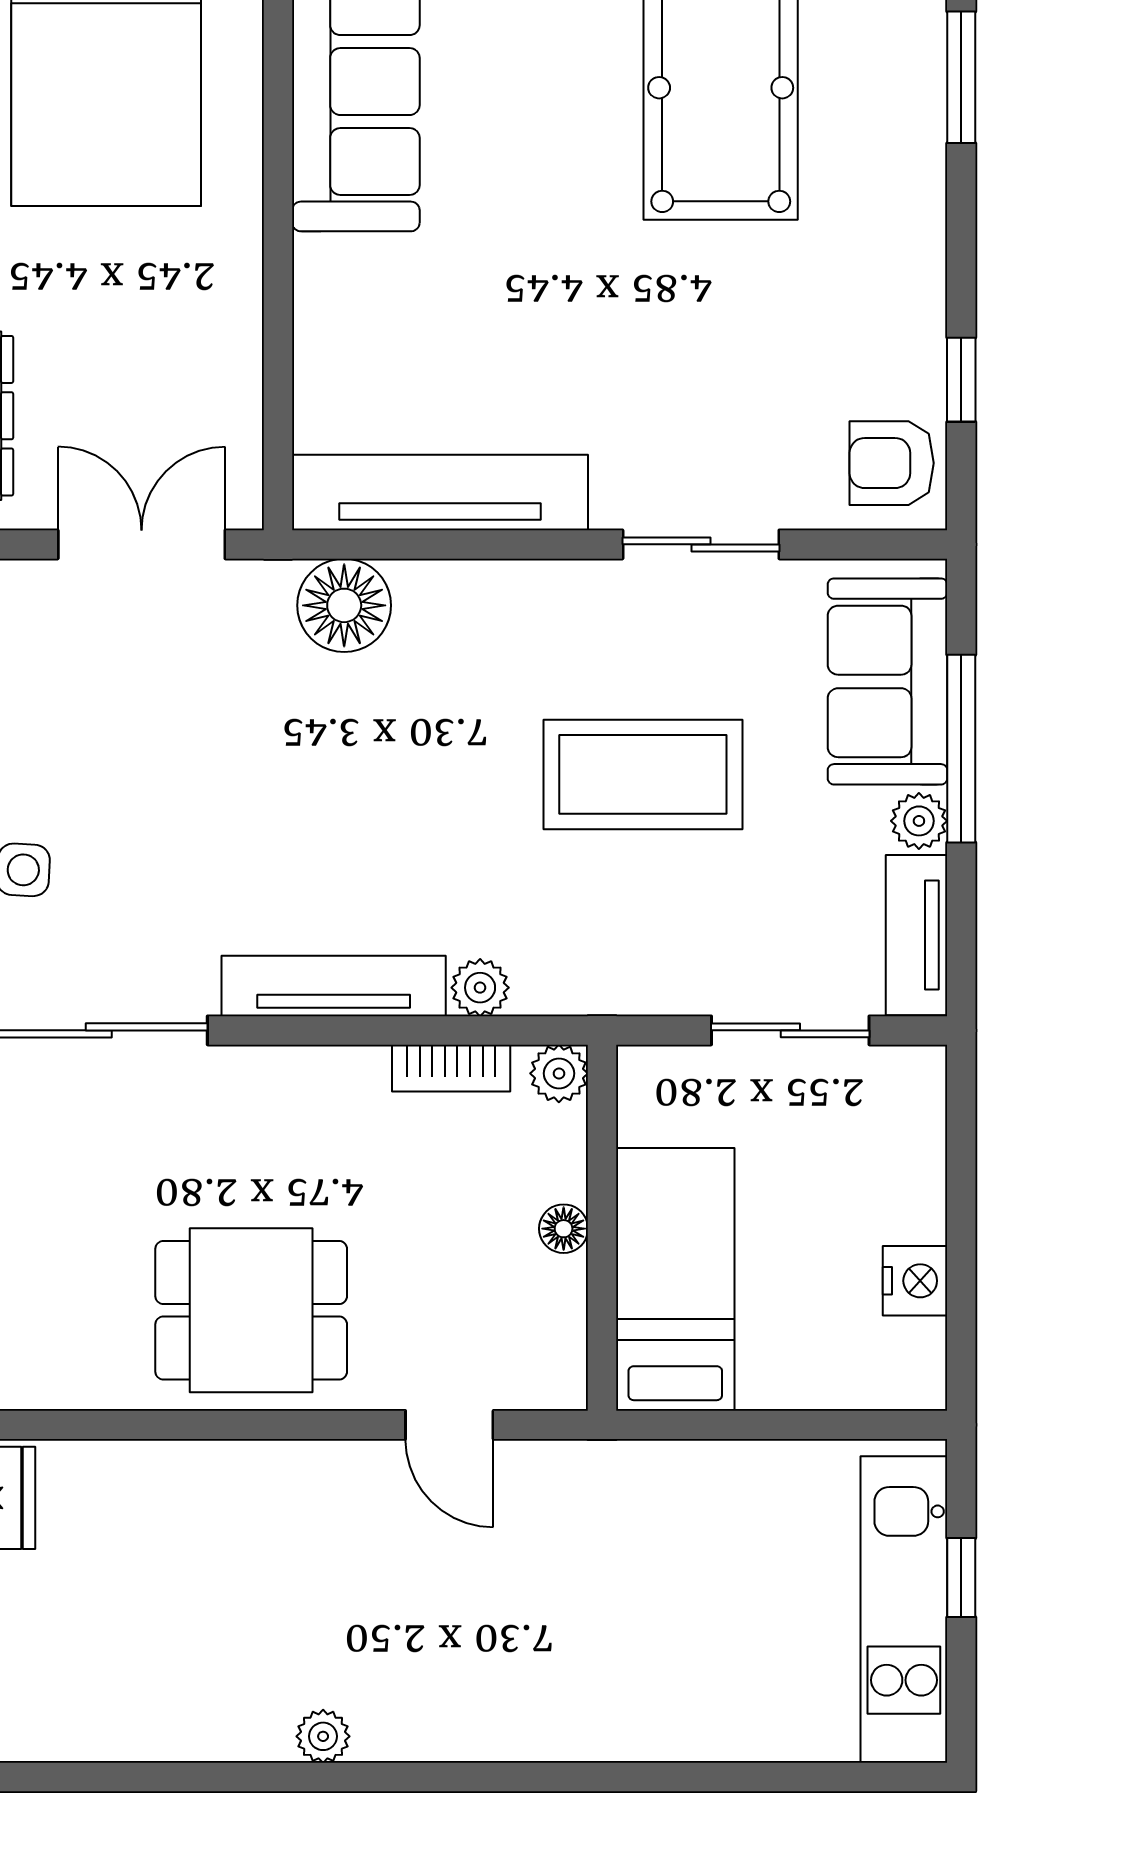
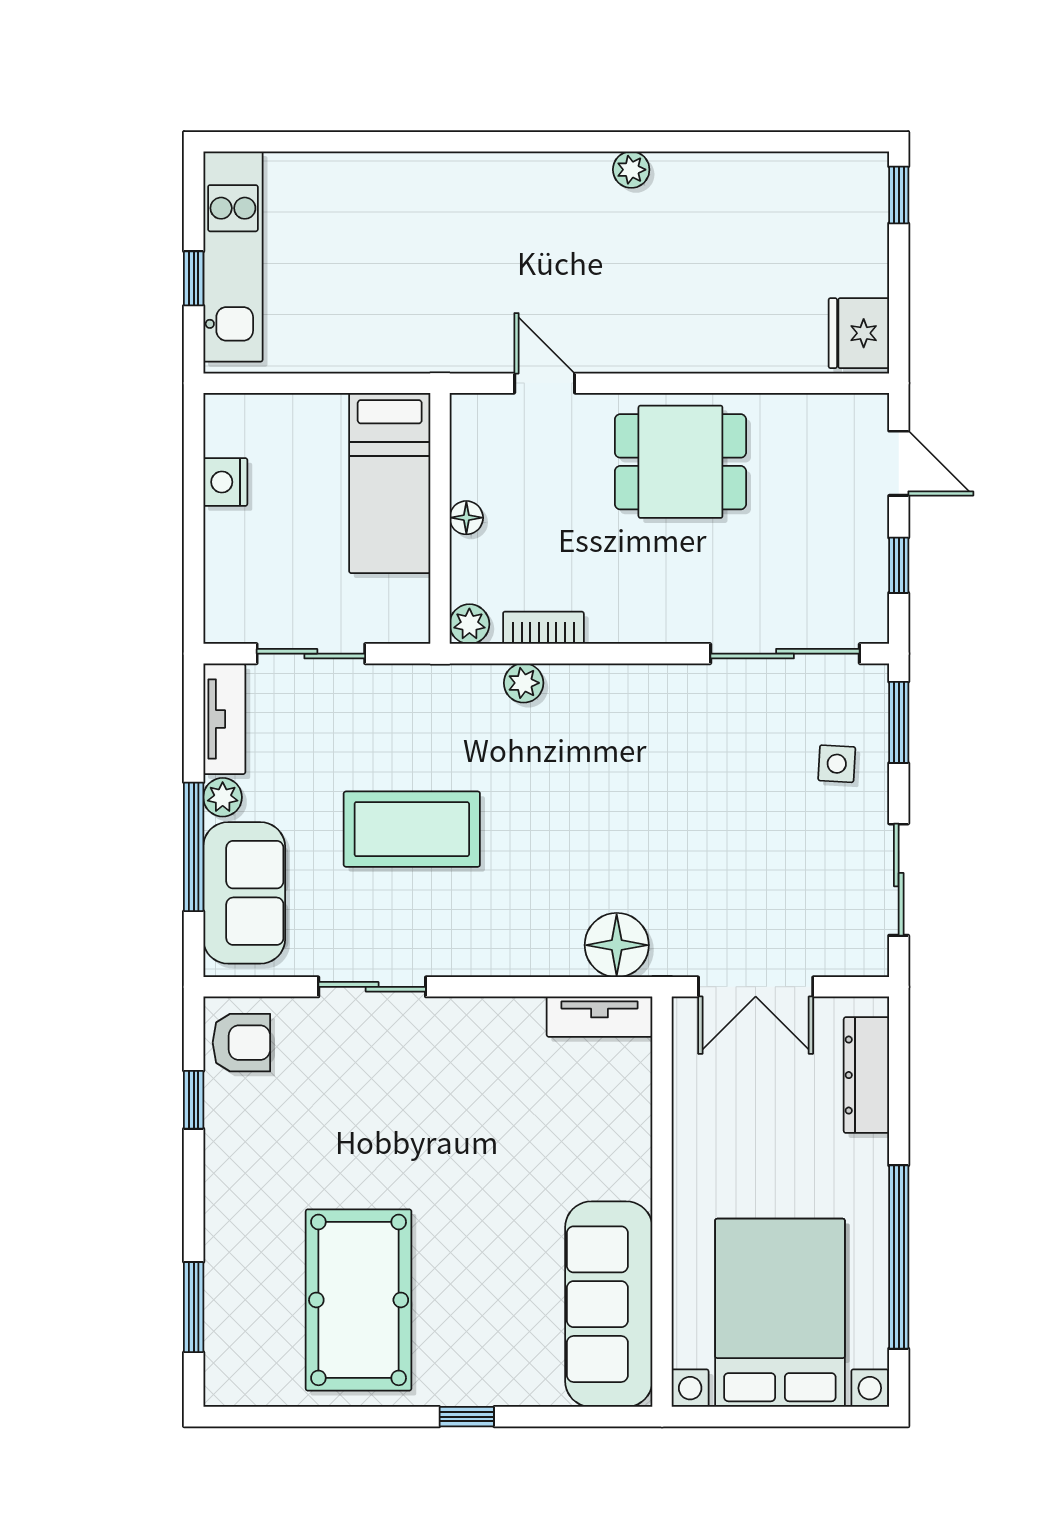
tv unit: (440, 493) -> (600, 1017), width x0.52, depth x0.78
tv unit: (334, 986) -> (624, 684), removed

